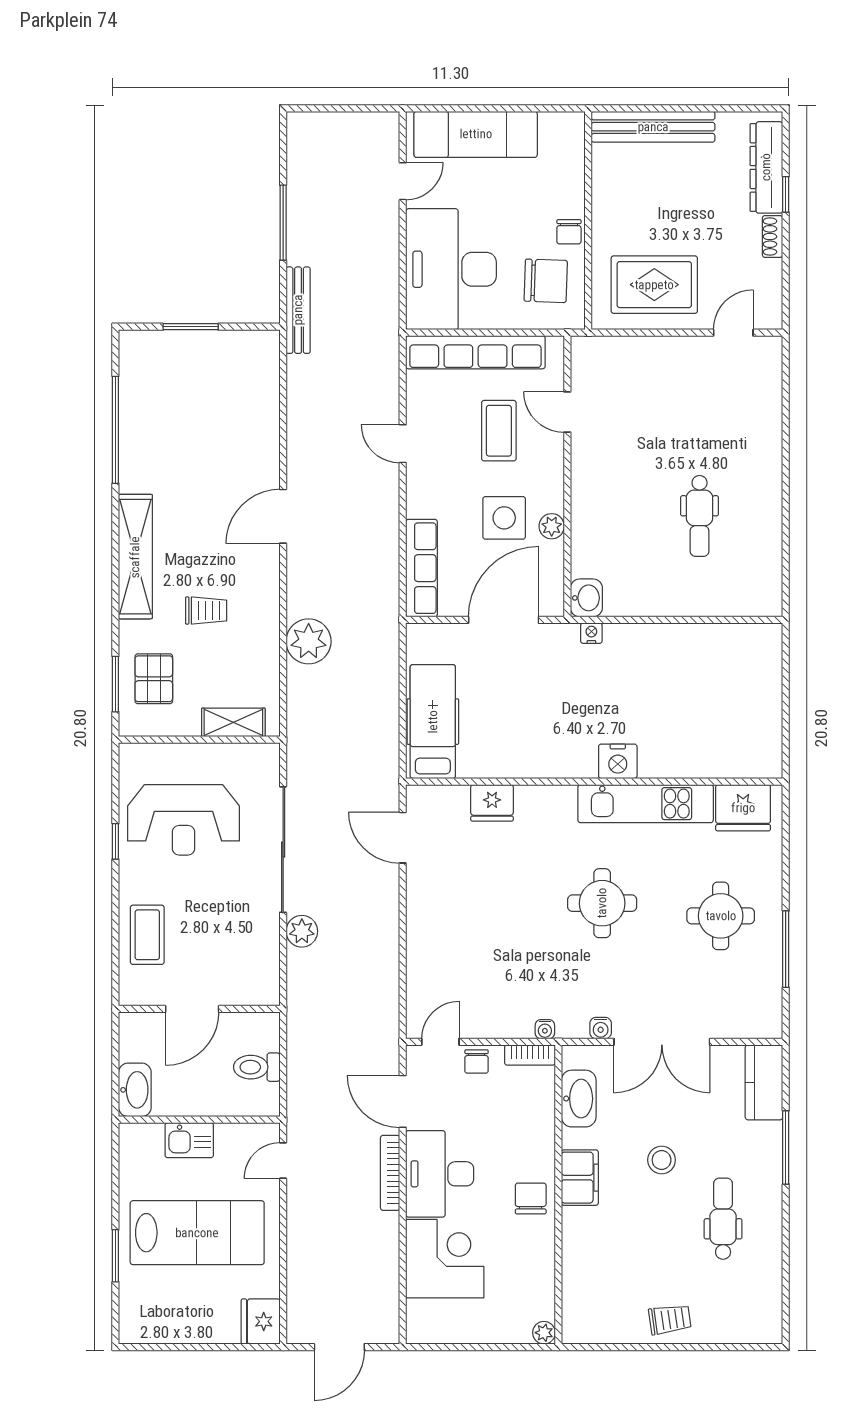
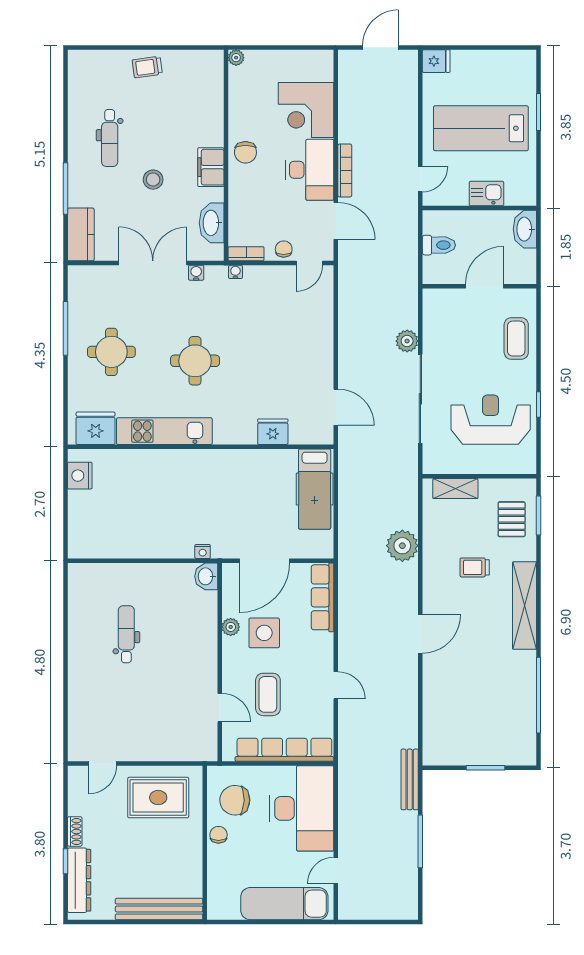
nightstand: (618, 761) -> (80, 476), moved, turned -90
fridge: (261, 1321) -> (436, 61), width x0.72

